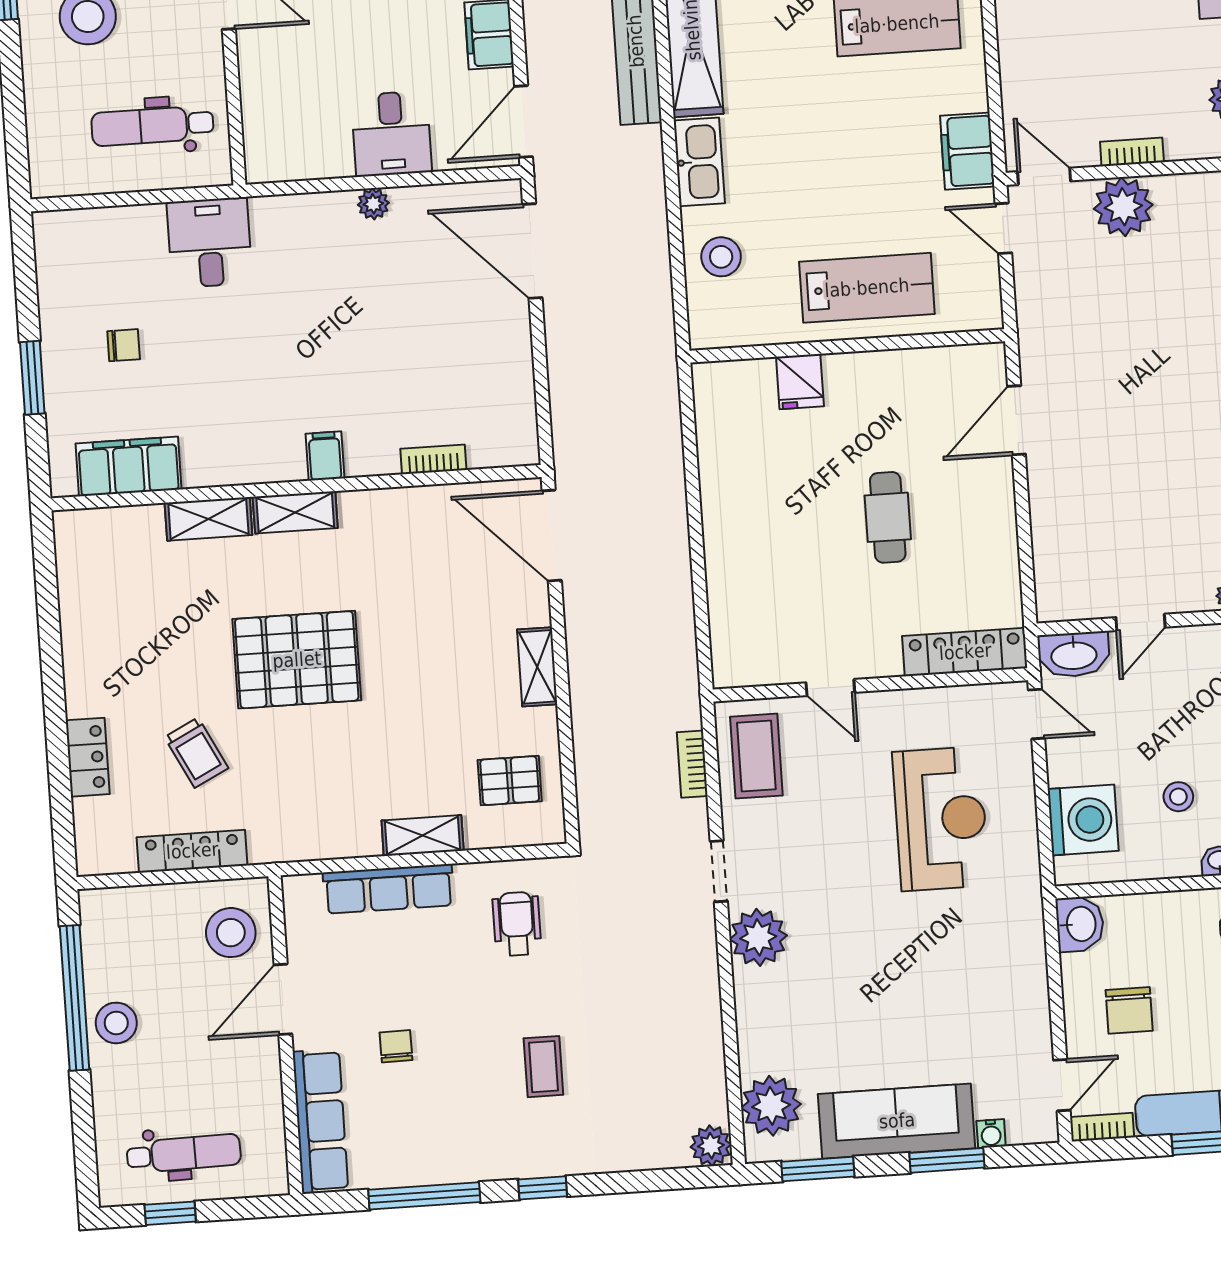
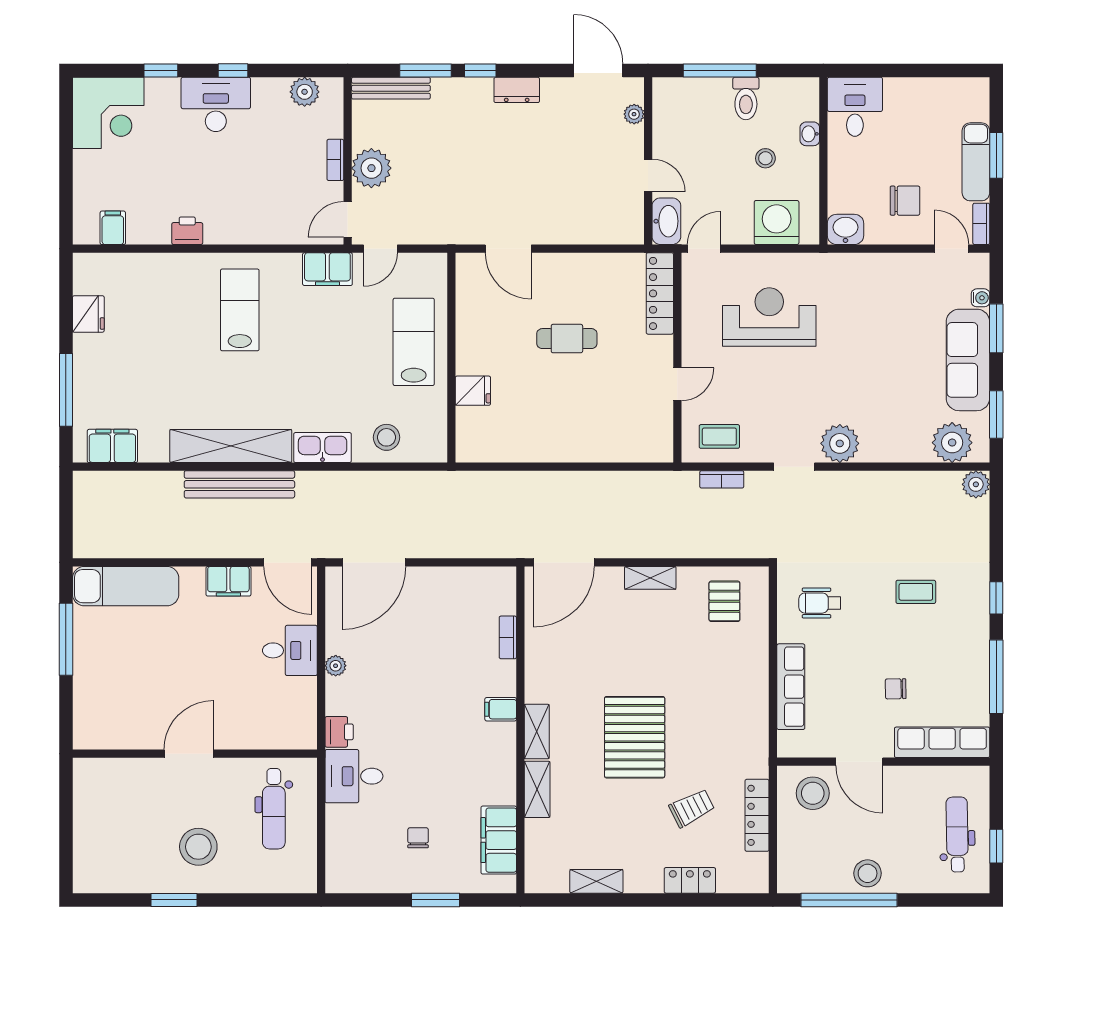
printer: (274, 216) -> (339, 732), added
coffee table: (756, 756) -> (719, 436), width x0.73, depth x0.77
shelving: (423, 836) -> (596, 881), moved, turned 90

